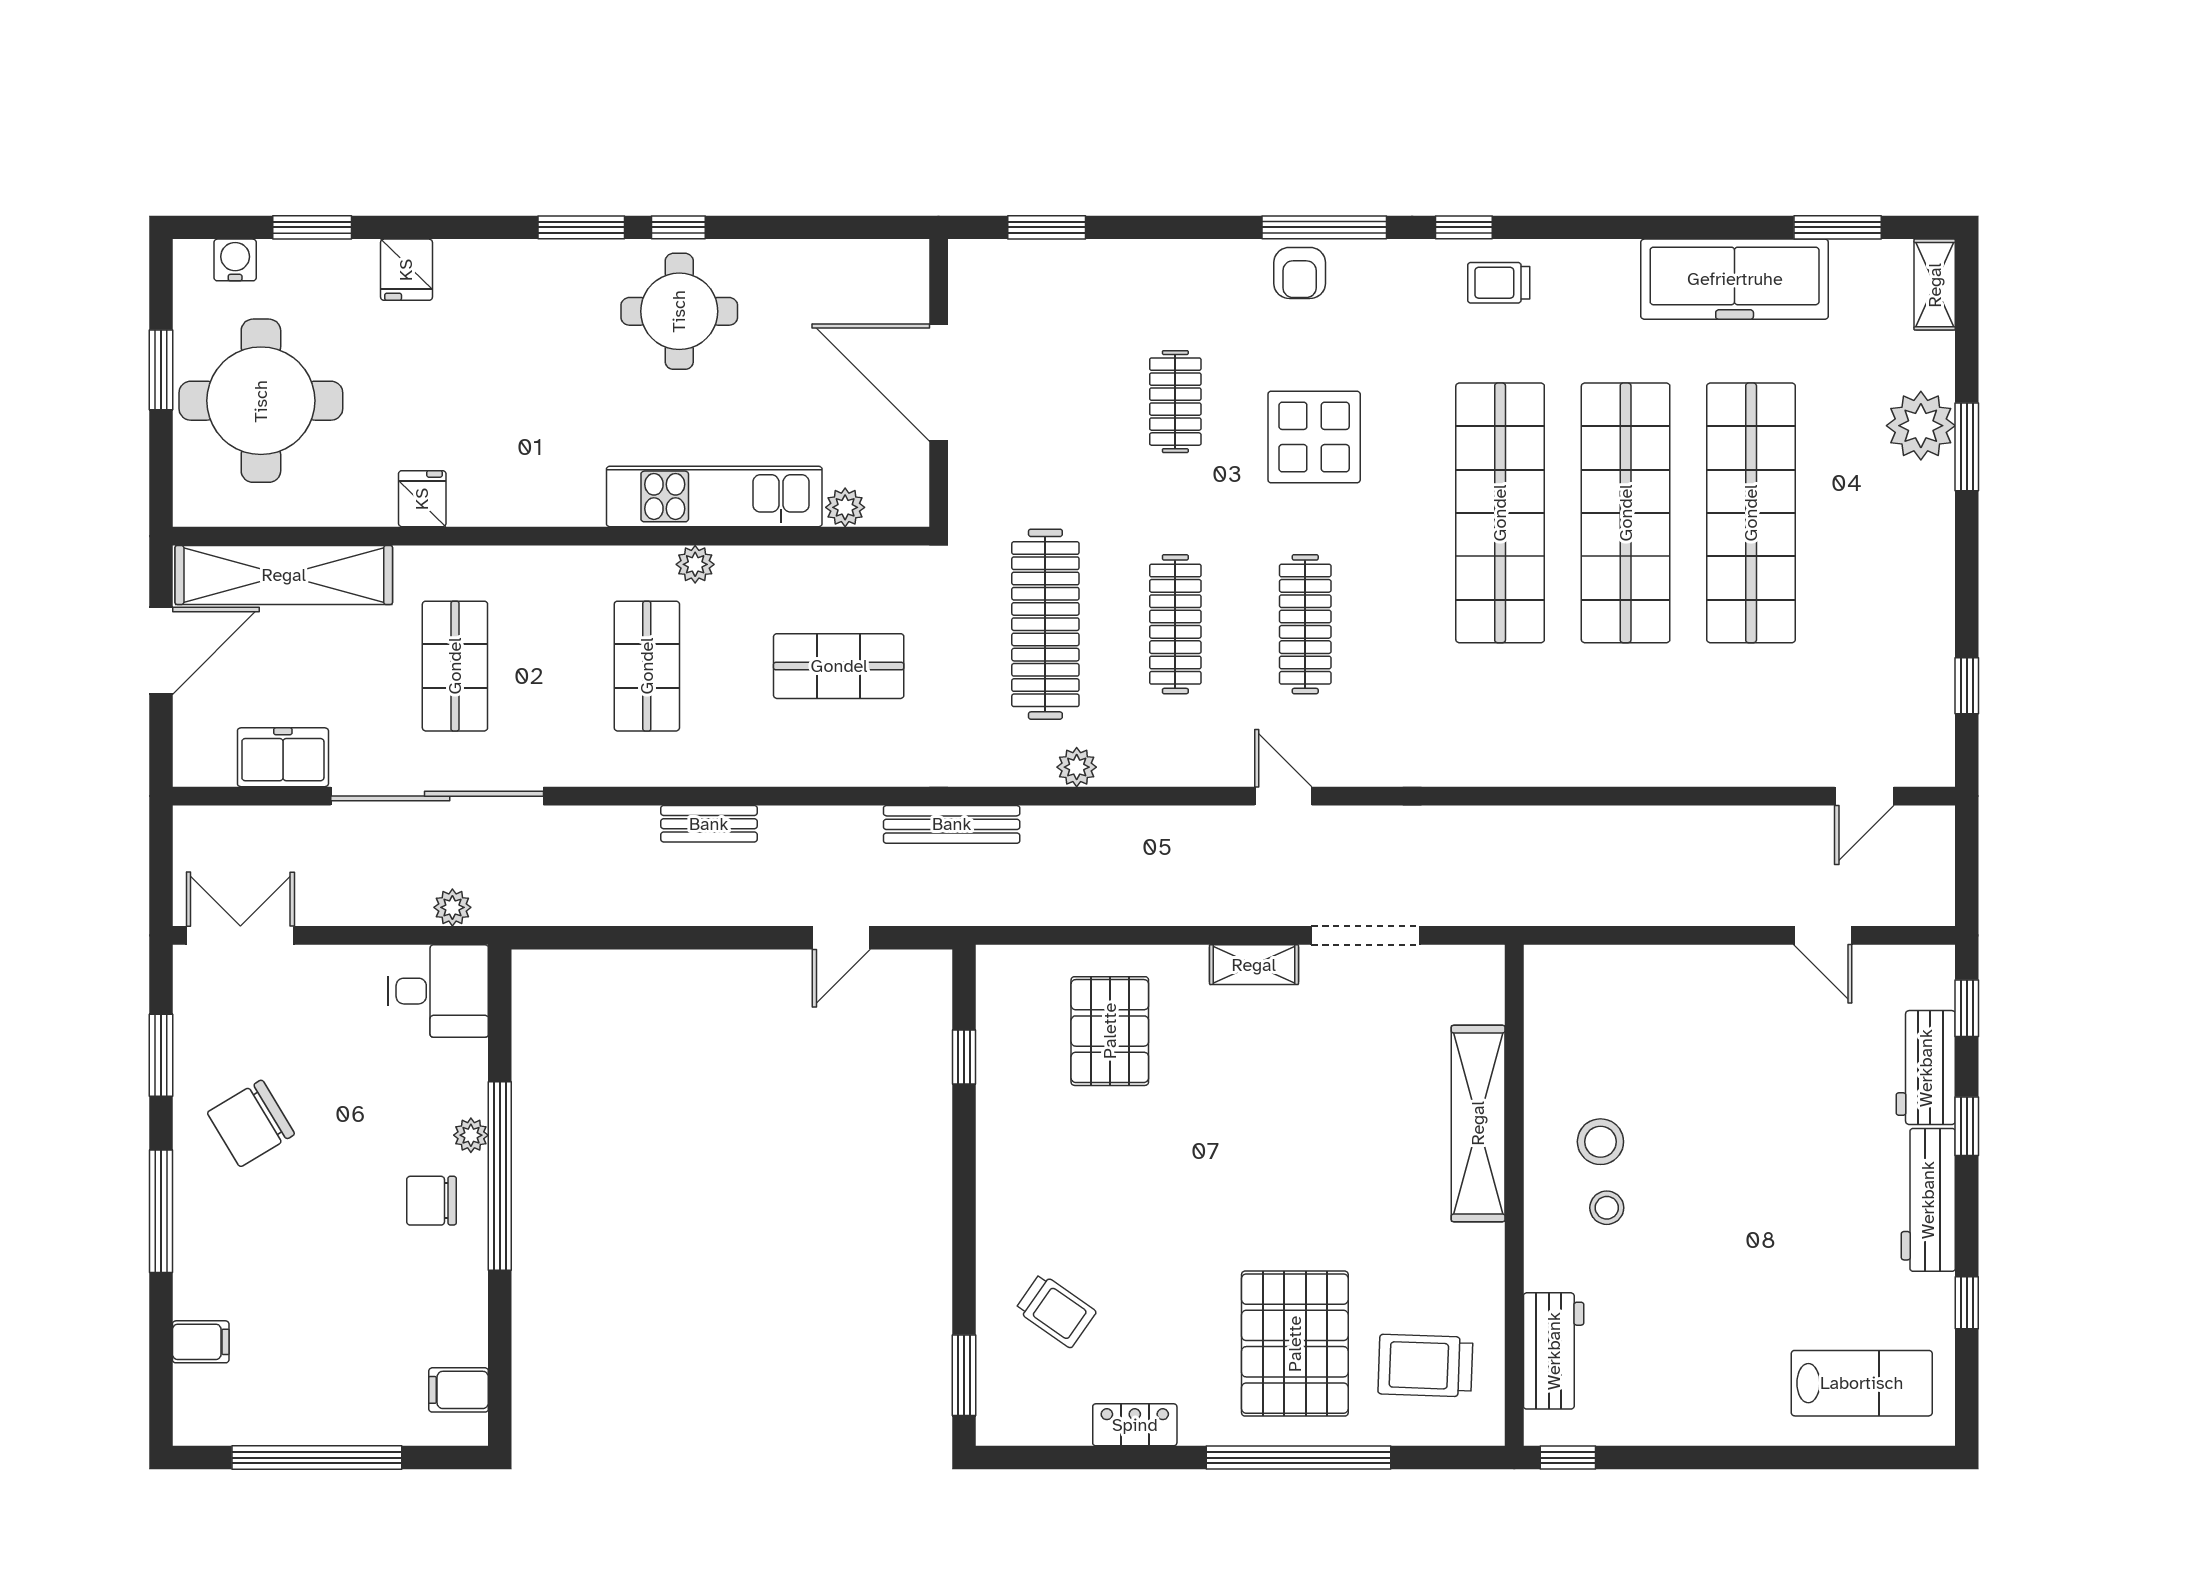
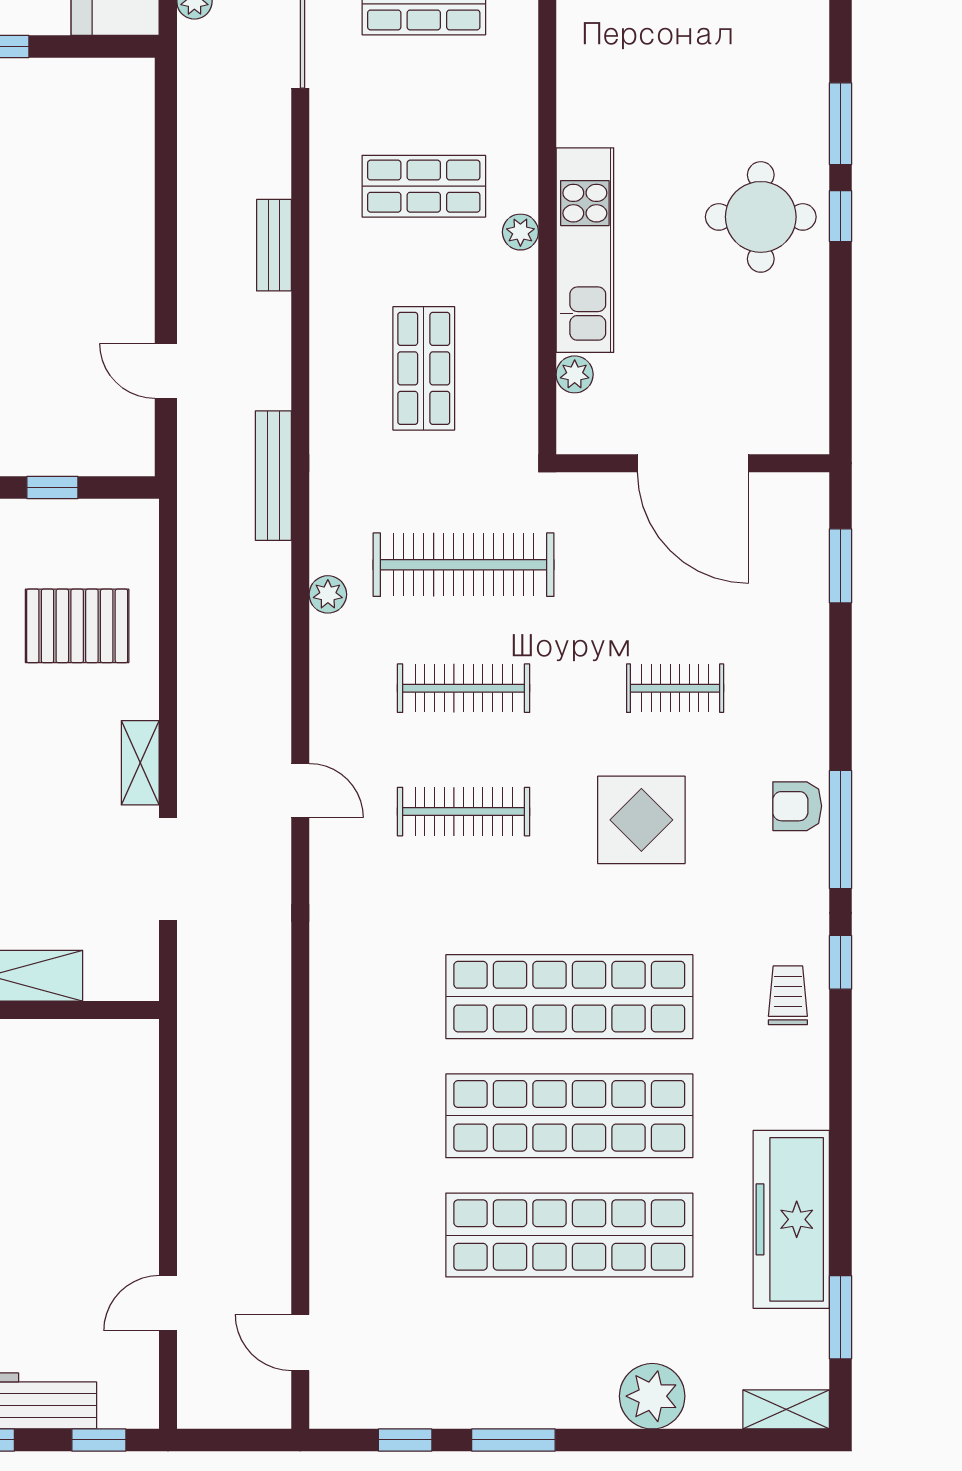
door: (939, 383) -> (693, 463), swing flipped
window: (1967, 447) -> (513, 1440), moved
door: (1283, 796) -> (300, 791), hinge flipped

